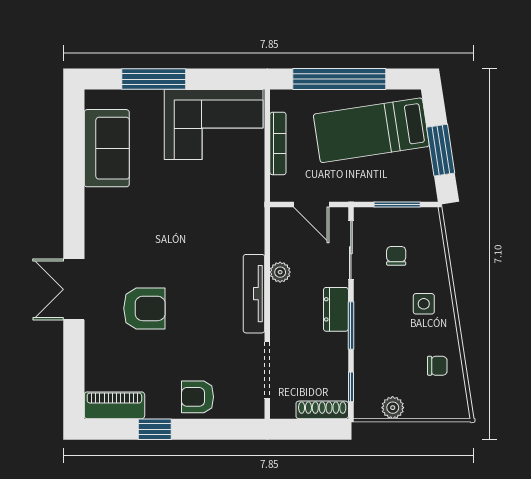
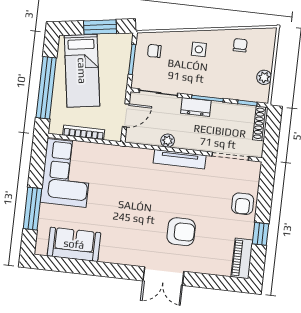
chair: (396, 256) -> (154, 51), moved
armchair: (144, 308) -> (181, 232), turned 90

